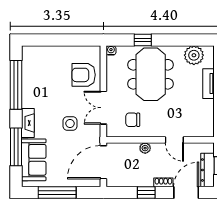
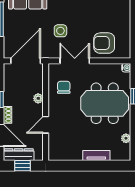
plant: (194, 55) -> (126, 138), width x0.53, depth x0.53
armchair: (84, 75) -> (104, 43), turned -90
door: (103, 162) -> (26, 61), hinge flipped

